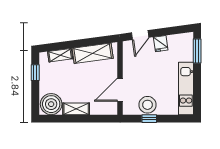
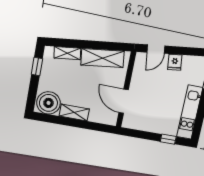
door: (120, 90) -> (124, 101), hinge flipped
stool: (148, 105) -> (148, 122), removed
window: (149, 119) -> (168, 139), moved

